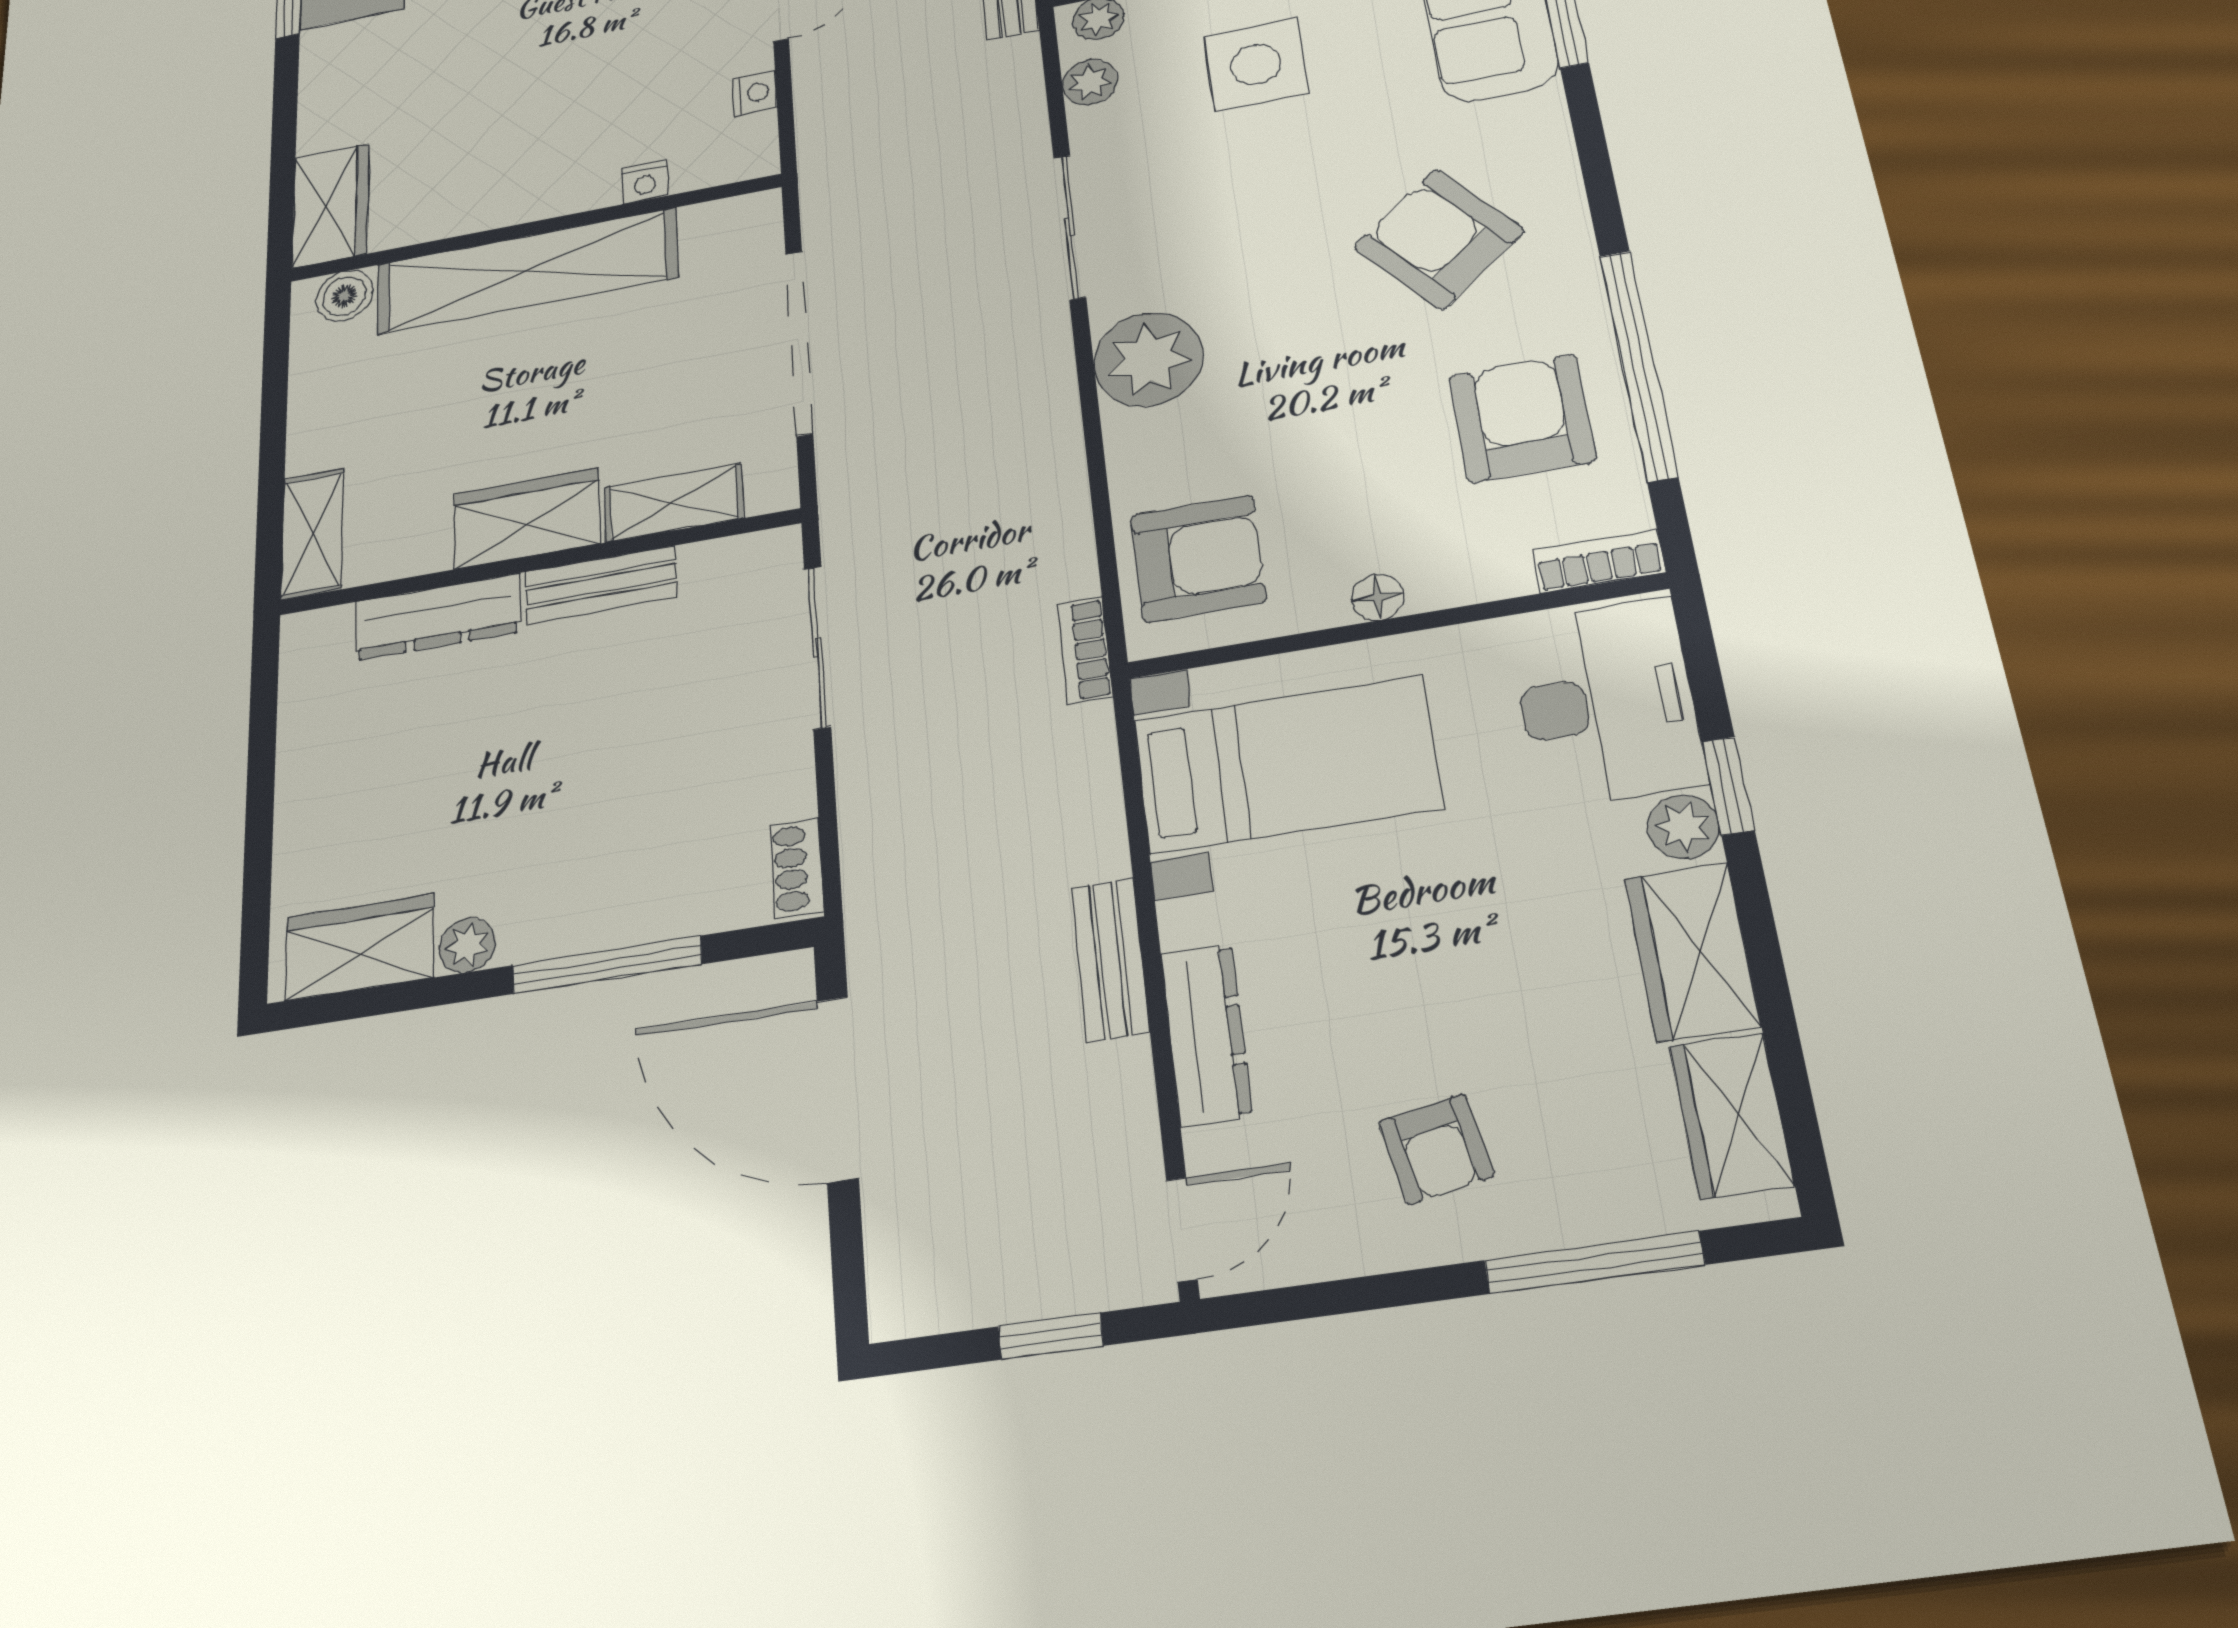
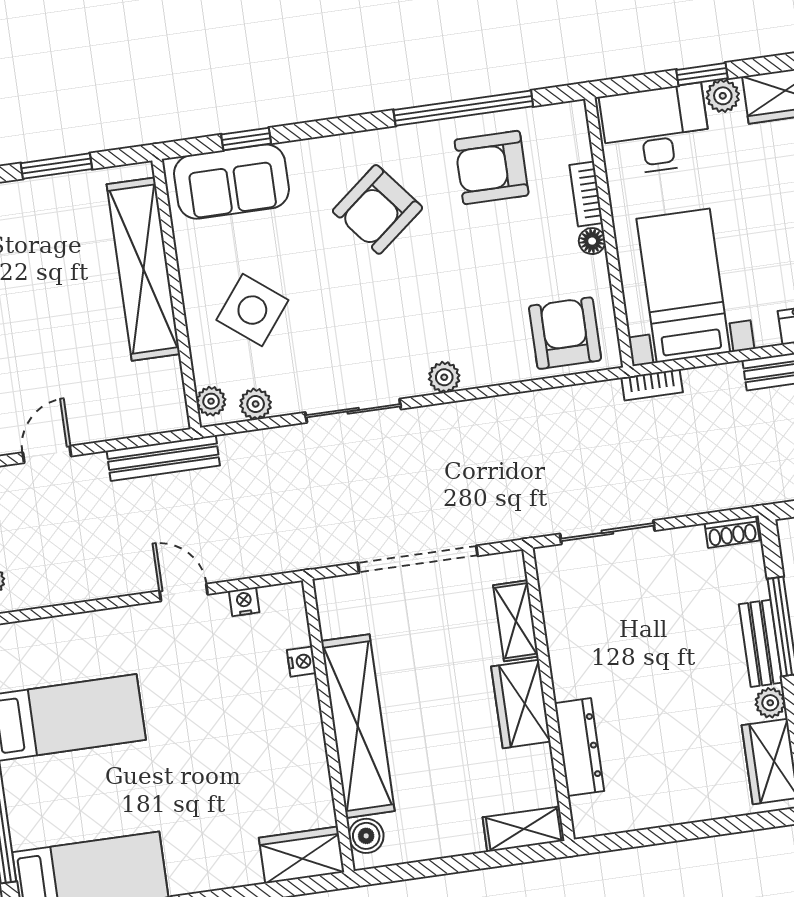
side table: (1256, 64) -> (252, 310), turned 38
plant: (1148, 359) -> (444, 377), width x0.53, depth x0.53
bookcase: (1599, 561) -> (586, 194), moved
bench: (601, 584) -> (761, 643), moved
bookcase: (1085, 650) -> (652, 385), moved

